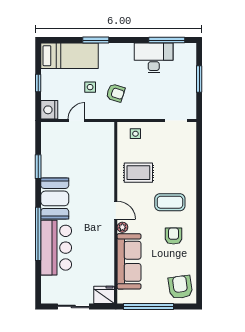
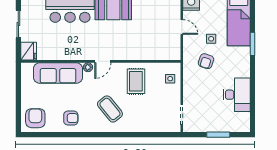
window: (167, 40) -> (252, 106), removed
coffee table: (170, 202) -> (110, 109), turned -39
armchair: (173, 236) -> (71, 118), moved
armchair: (180, 287) -> (35, 118), turned -82
window: (148, 306) -> (18, 90), removed

